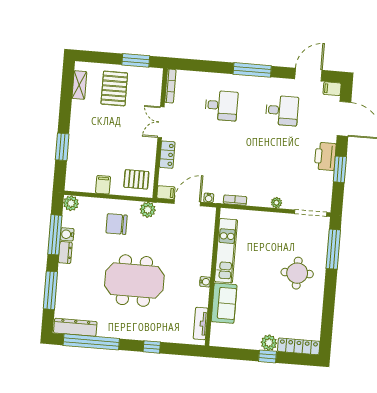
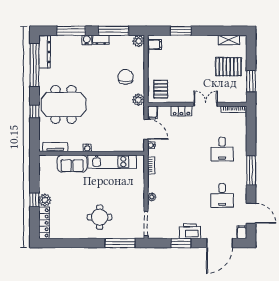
filing cabinet: (103, 185) -> (155, 45), moved
water cooler: (67, 234) -> (87, 40), moved
meeting table: (134, 281) -> (64, 104), moved, turned 90

